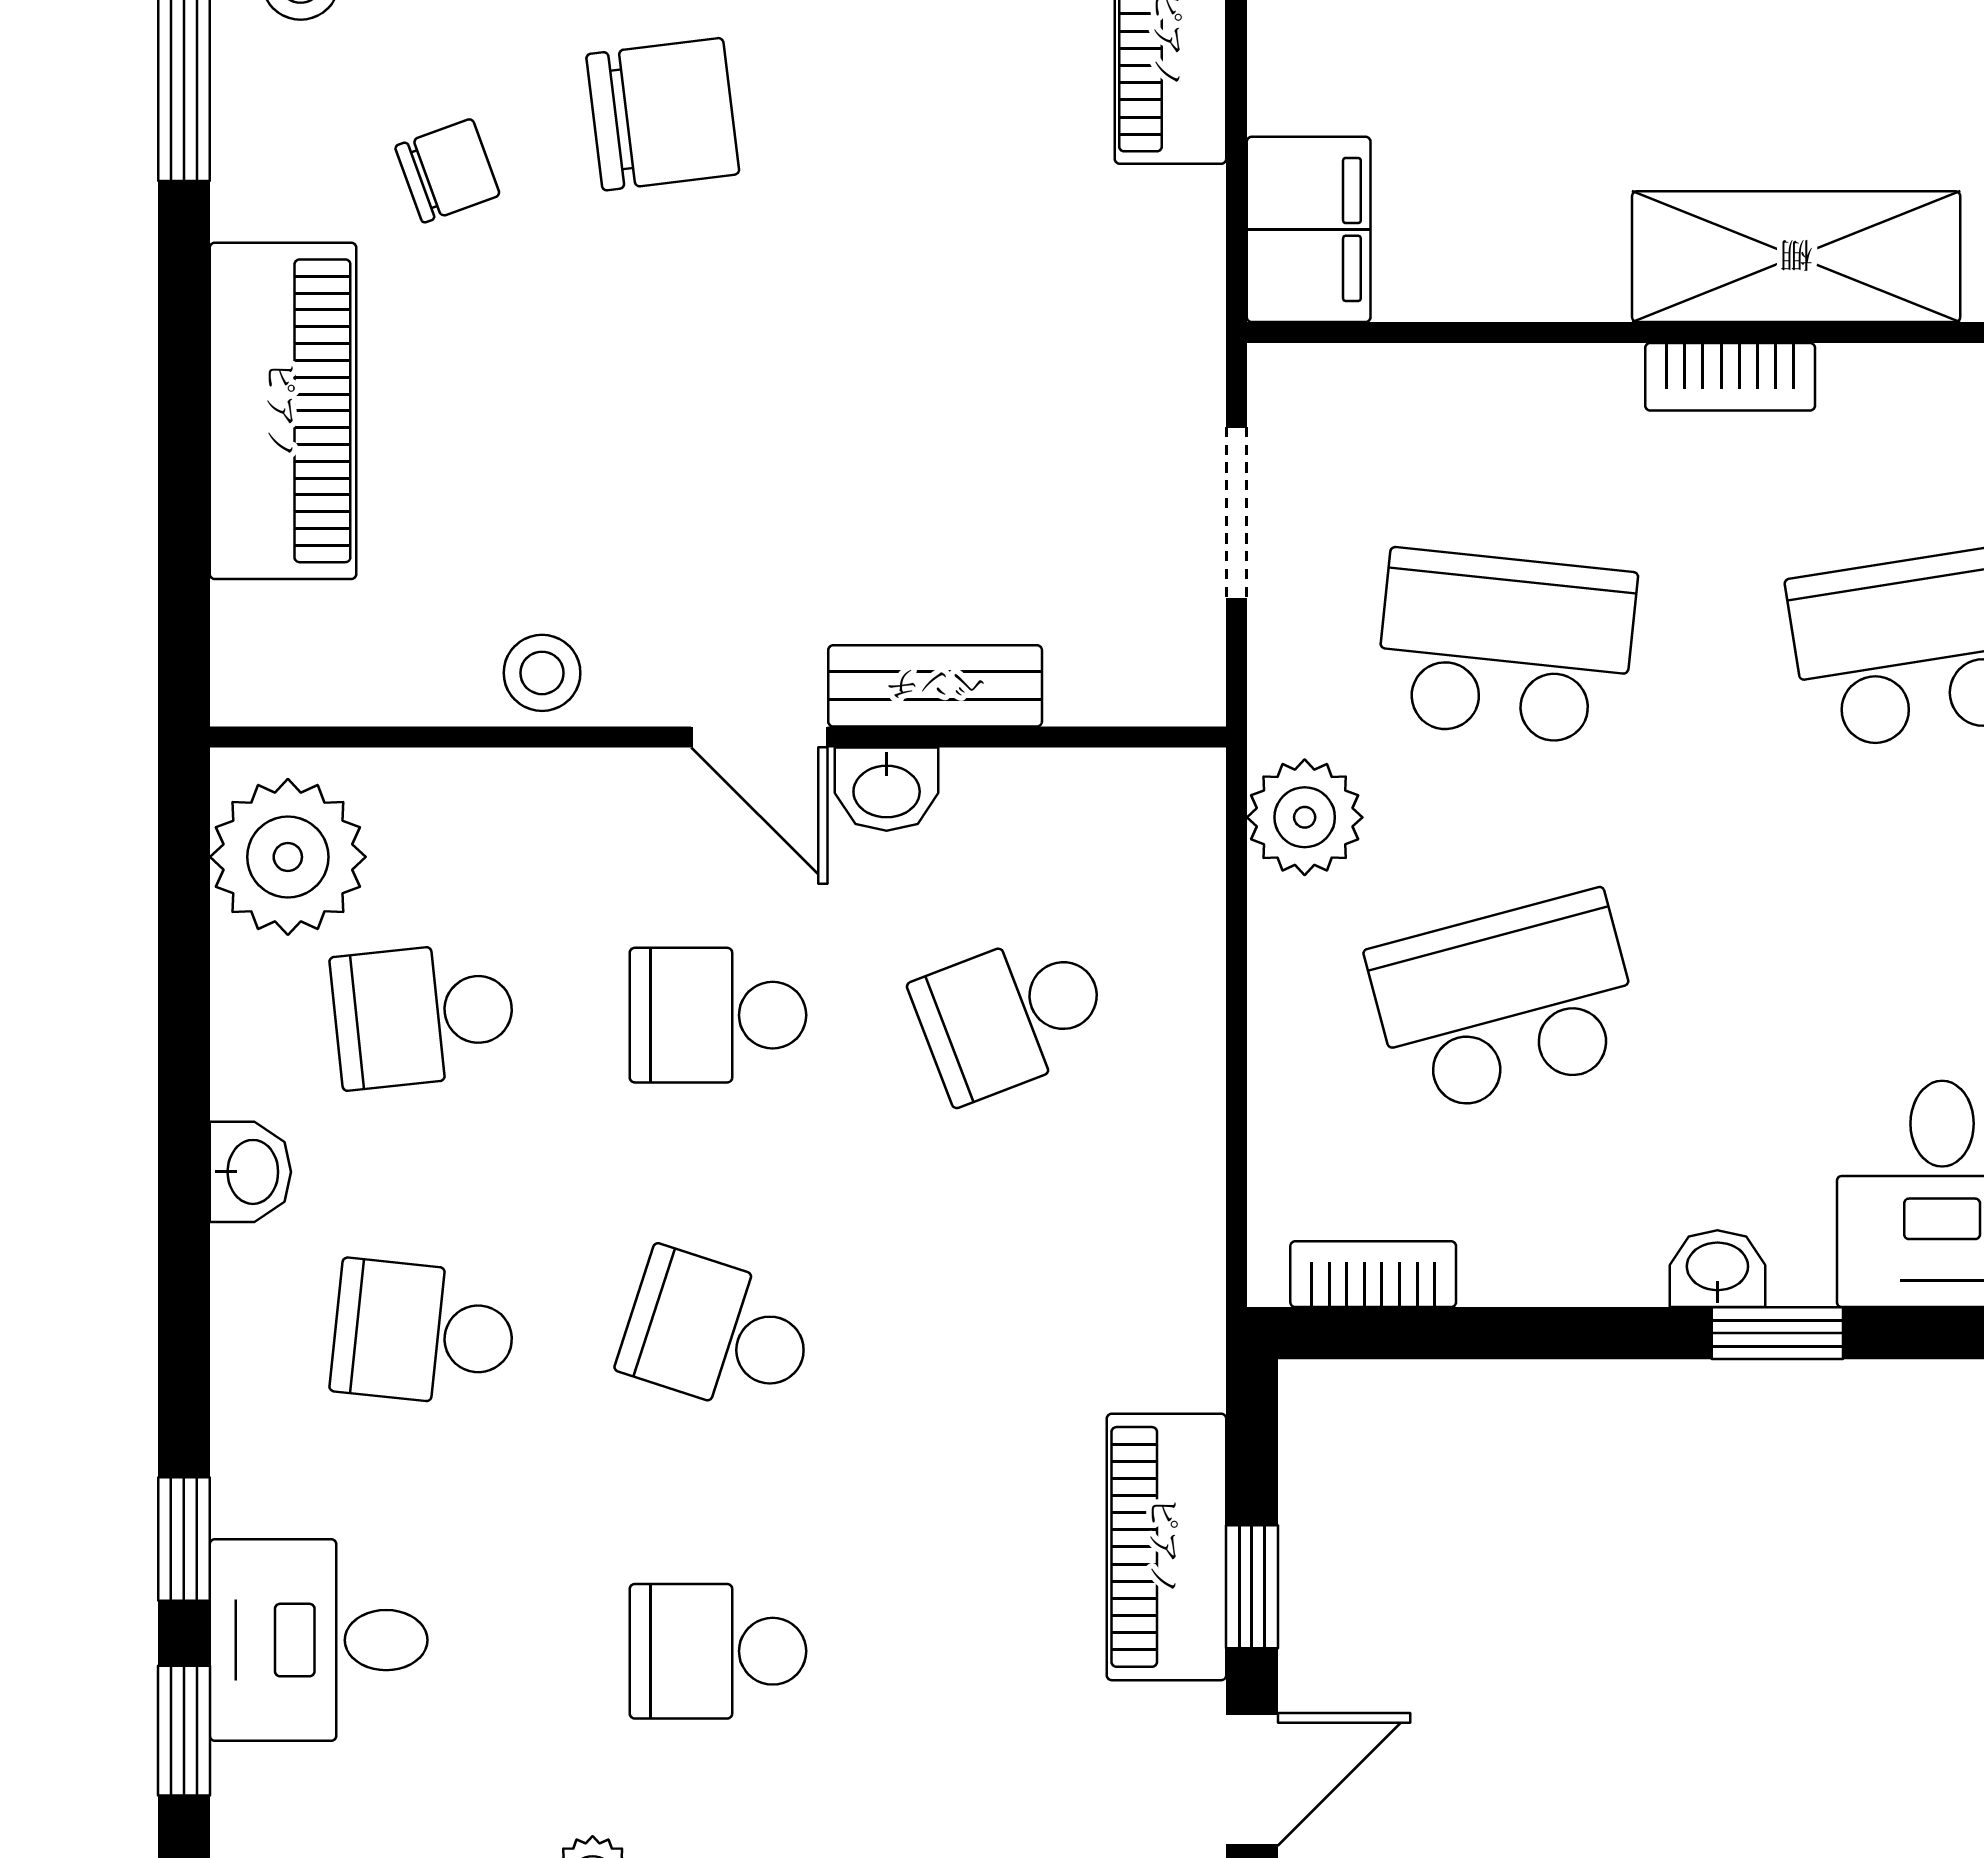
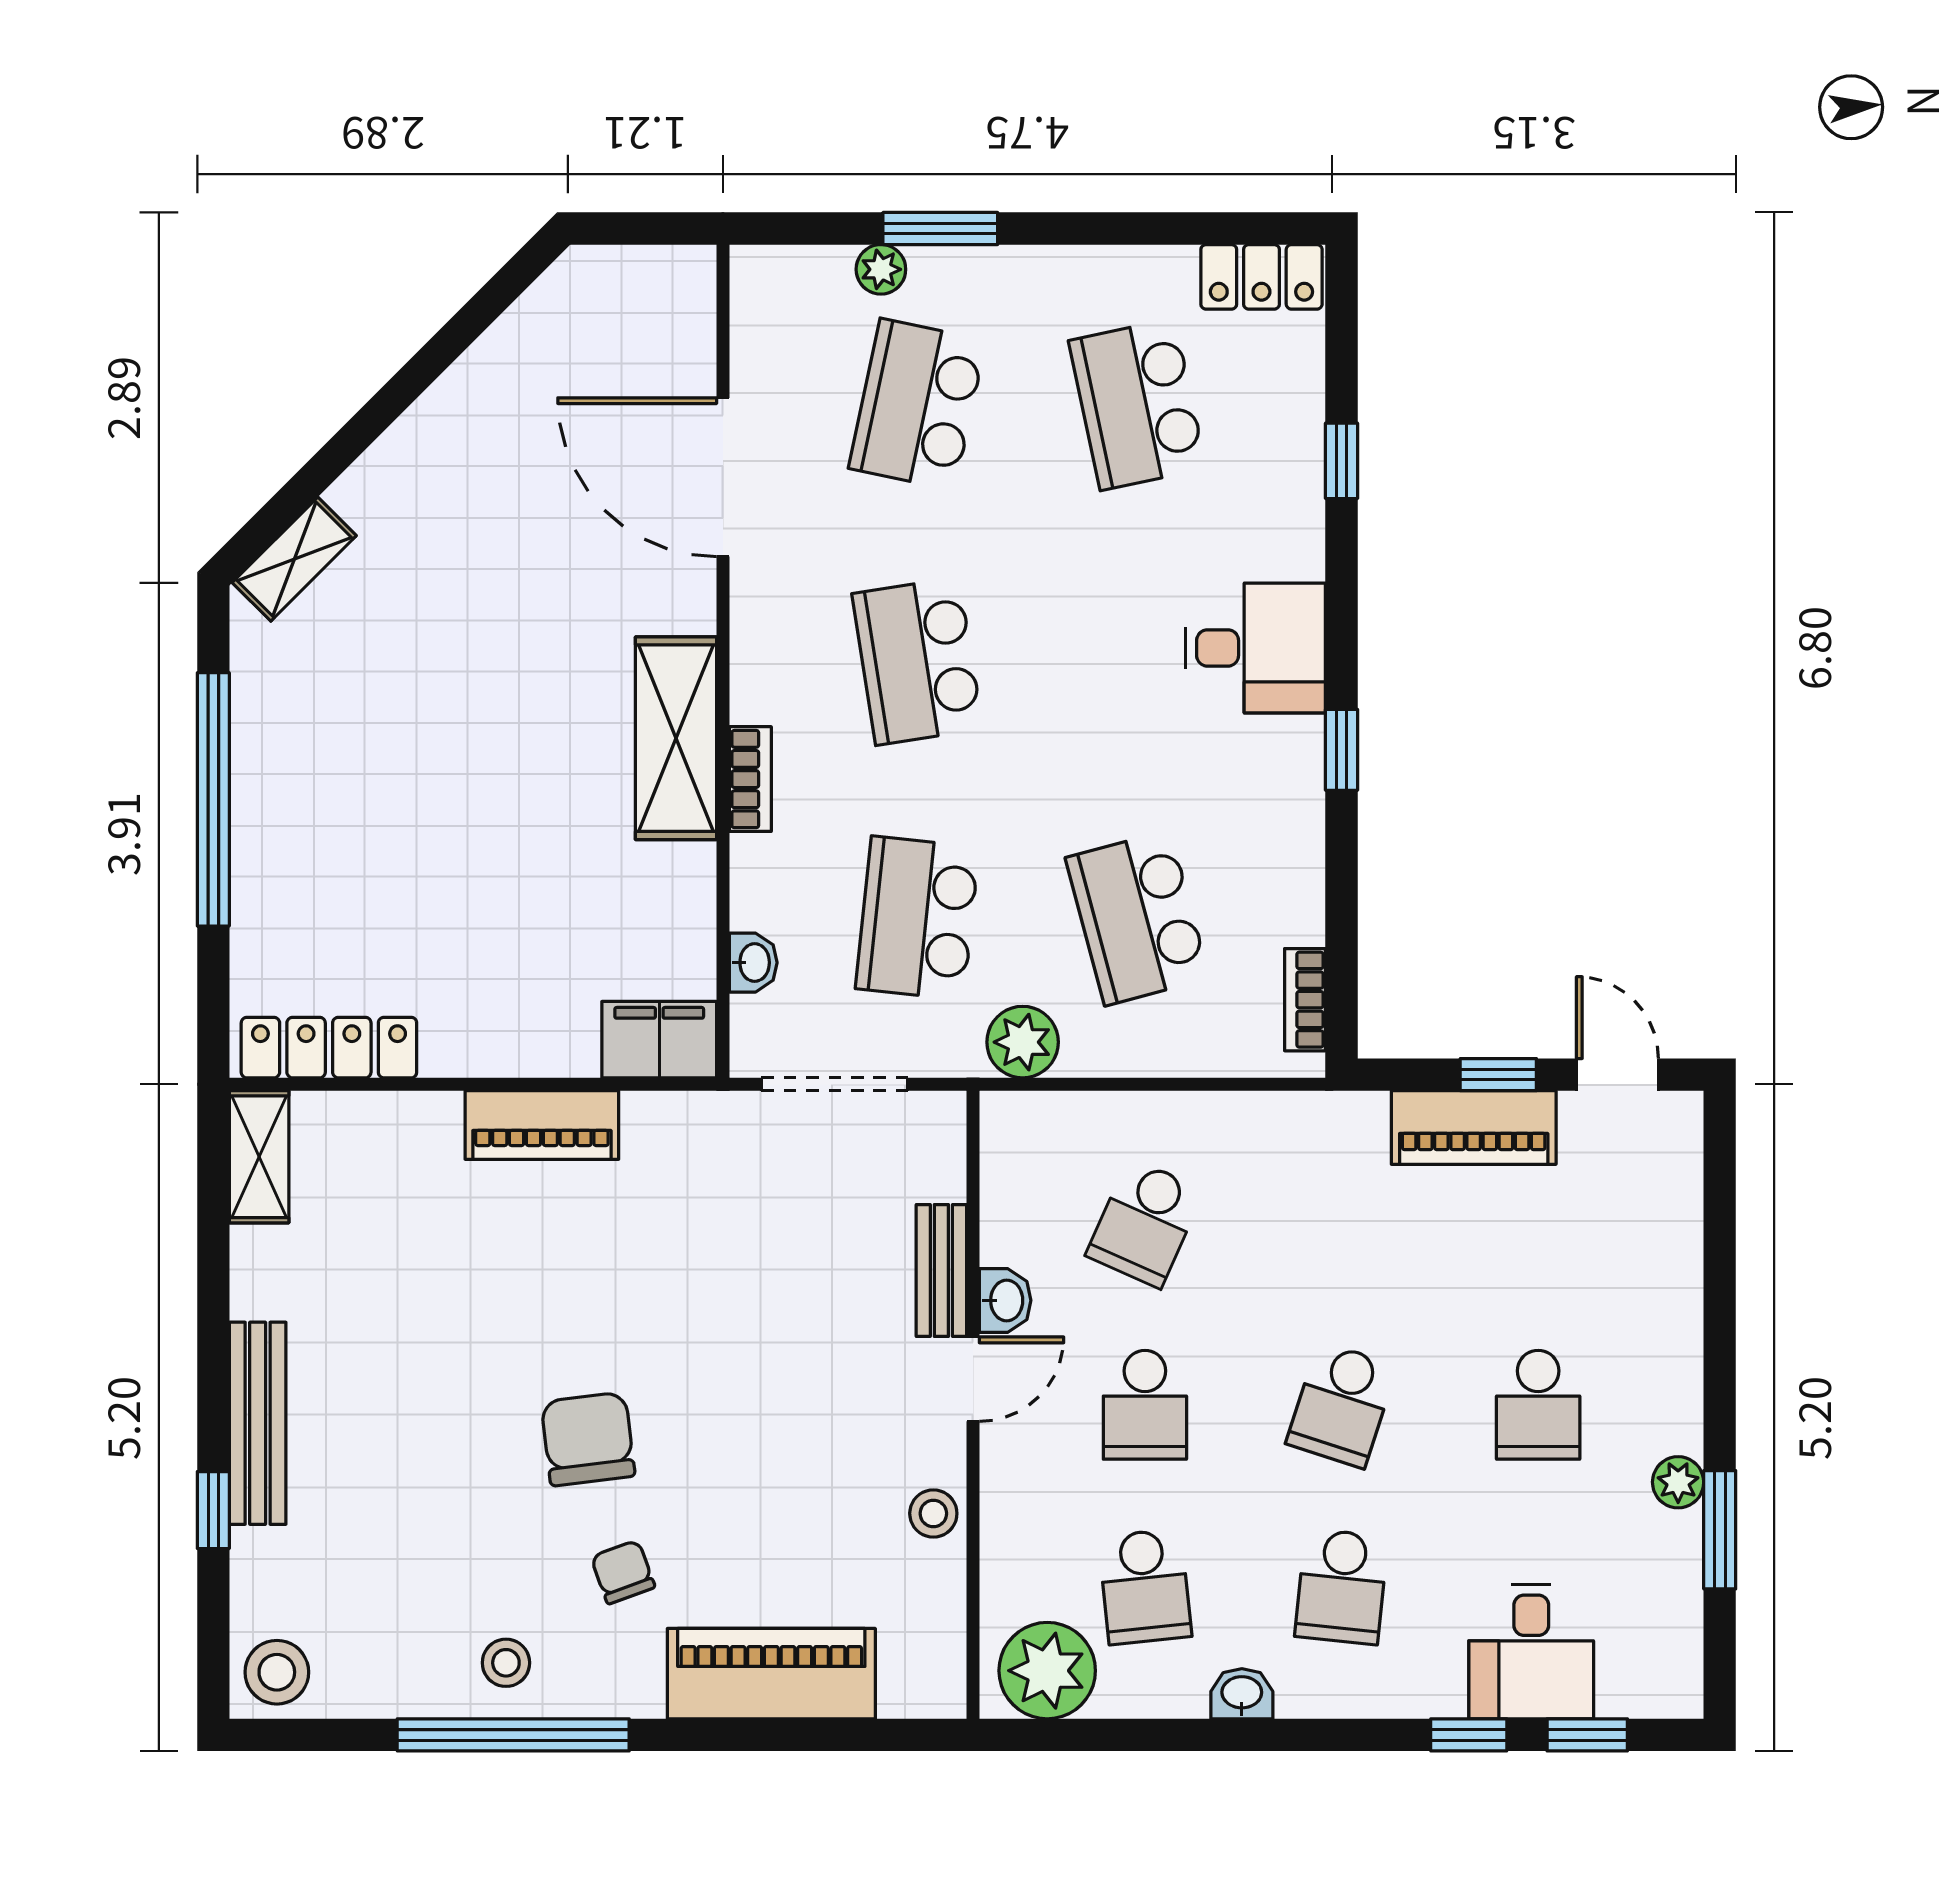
doorway: (1236, 513) -> (835, 1084), width x1.38
school desk: (1012, 1015) -> (1145, 1223), turned 45
washbasin: (1717, 1269) -> (753, 963), moved, turned 180

